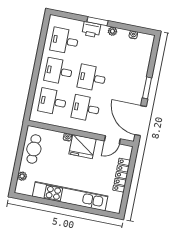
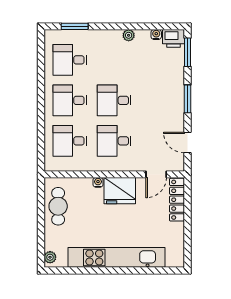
window: (98, 21) -> (75, 26), moved
printer: (91, 29) -> (173, 38), moved
window: (154, 53) -> (187, 52), added
door: (141, 121) -> (187, 143), width x0.53
locker: (122, 175) -> (177, 200), moved
plant: (22, 176) -> (50, 257), moved

